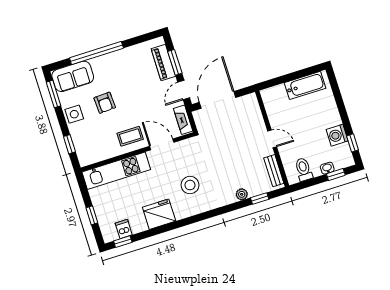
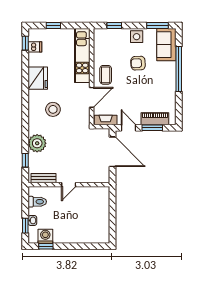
bathtub: (305, 85) -> (102, 223), removed
washing machine: (337, 135) -> (45, 236), moved
plant: (242, 194) -> (37, 143), width x1.88, depth x1.88

